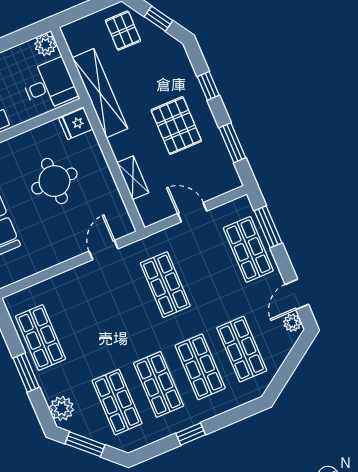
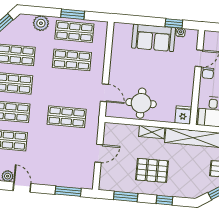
shelving: (133, 178) -> (152, 132), moved
round table: (54, 181) -> (141, 103), moved
shop shelf: (248, 249) -> (72, 60), moved
window: (26, 373) -> (73, 14), moved
plant: (62, 408) -> (41, 23), moved

